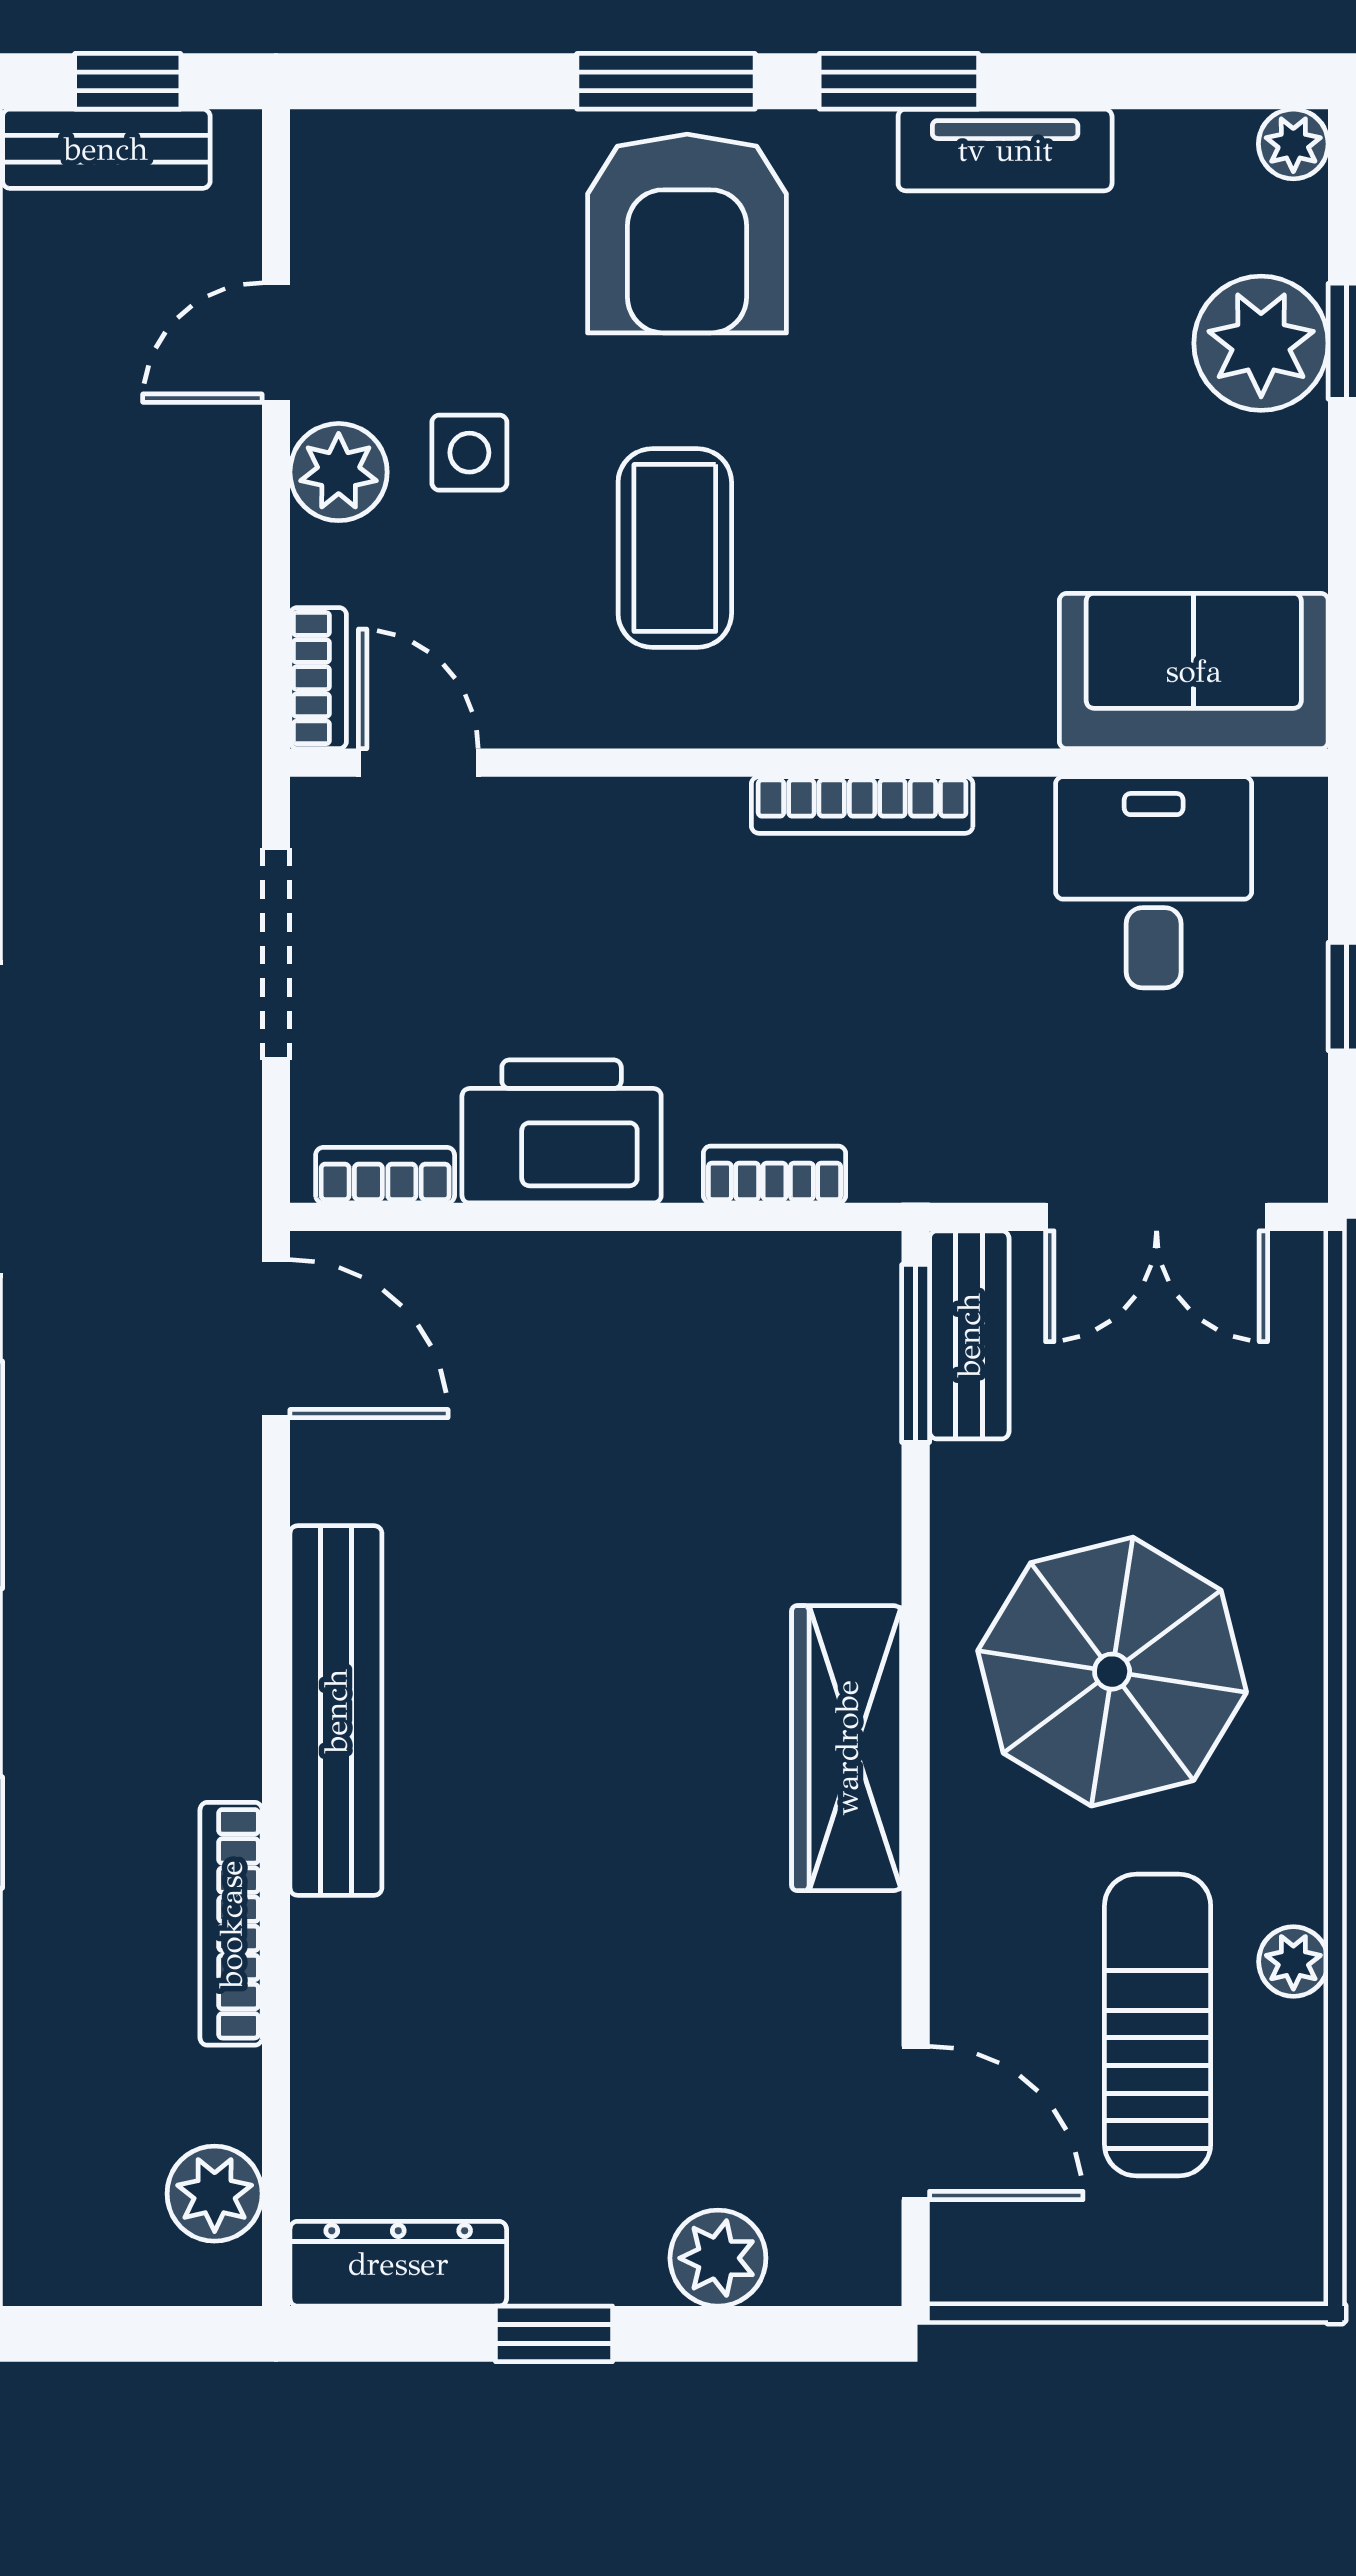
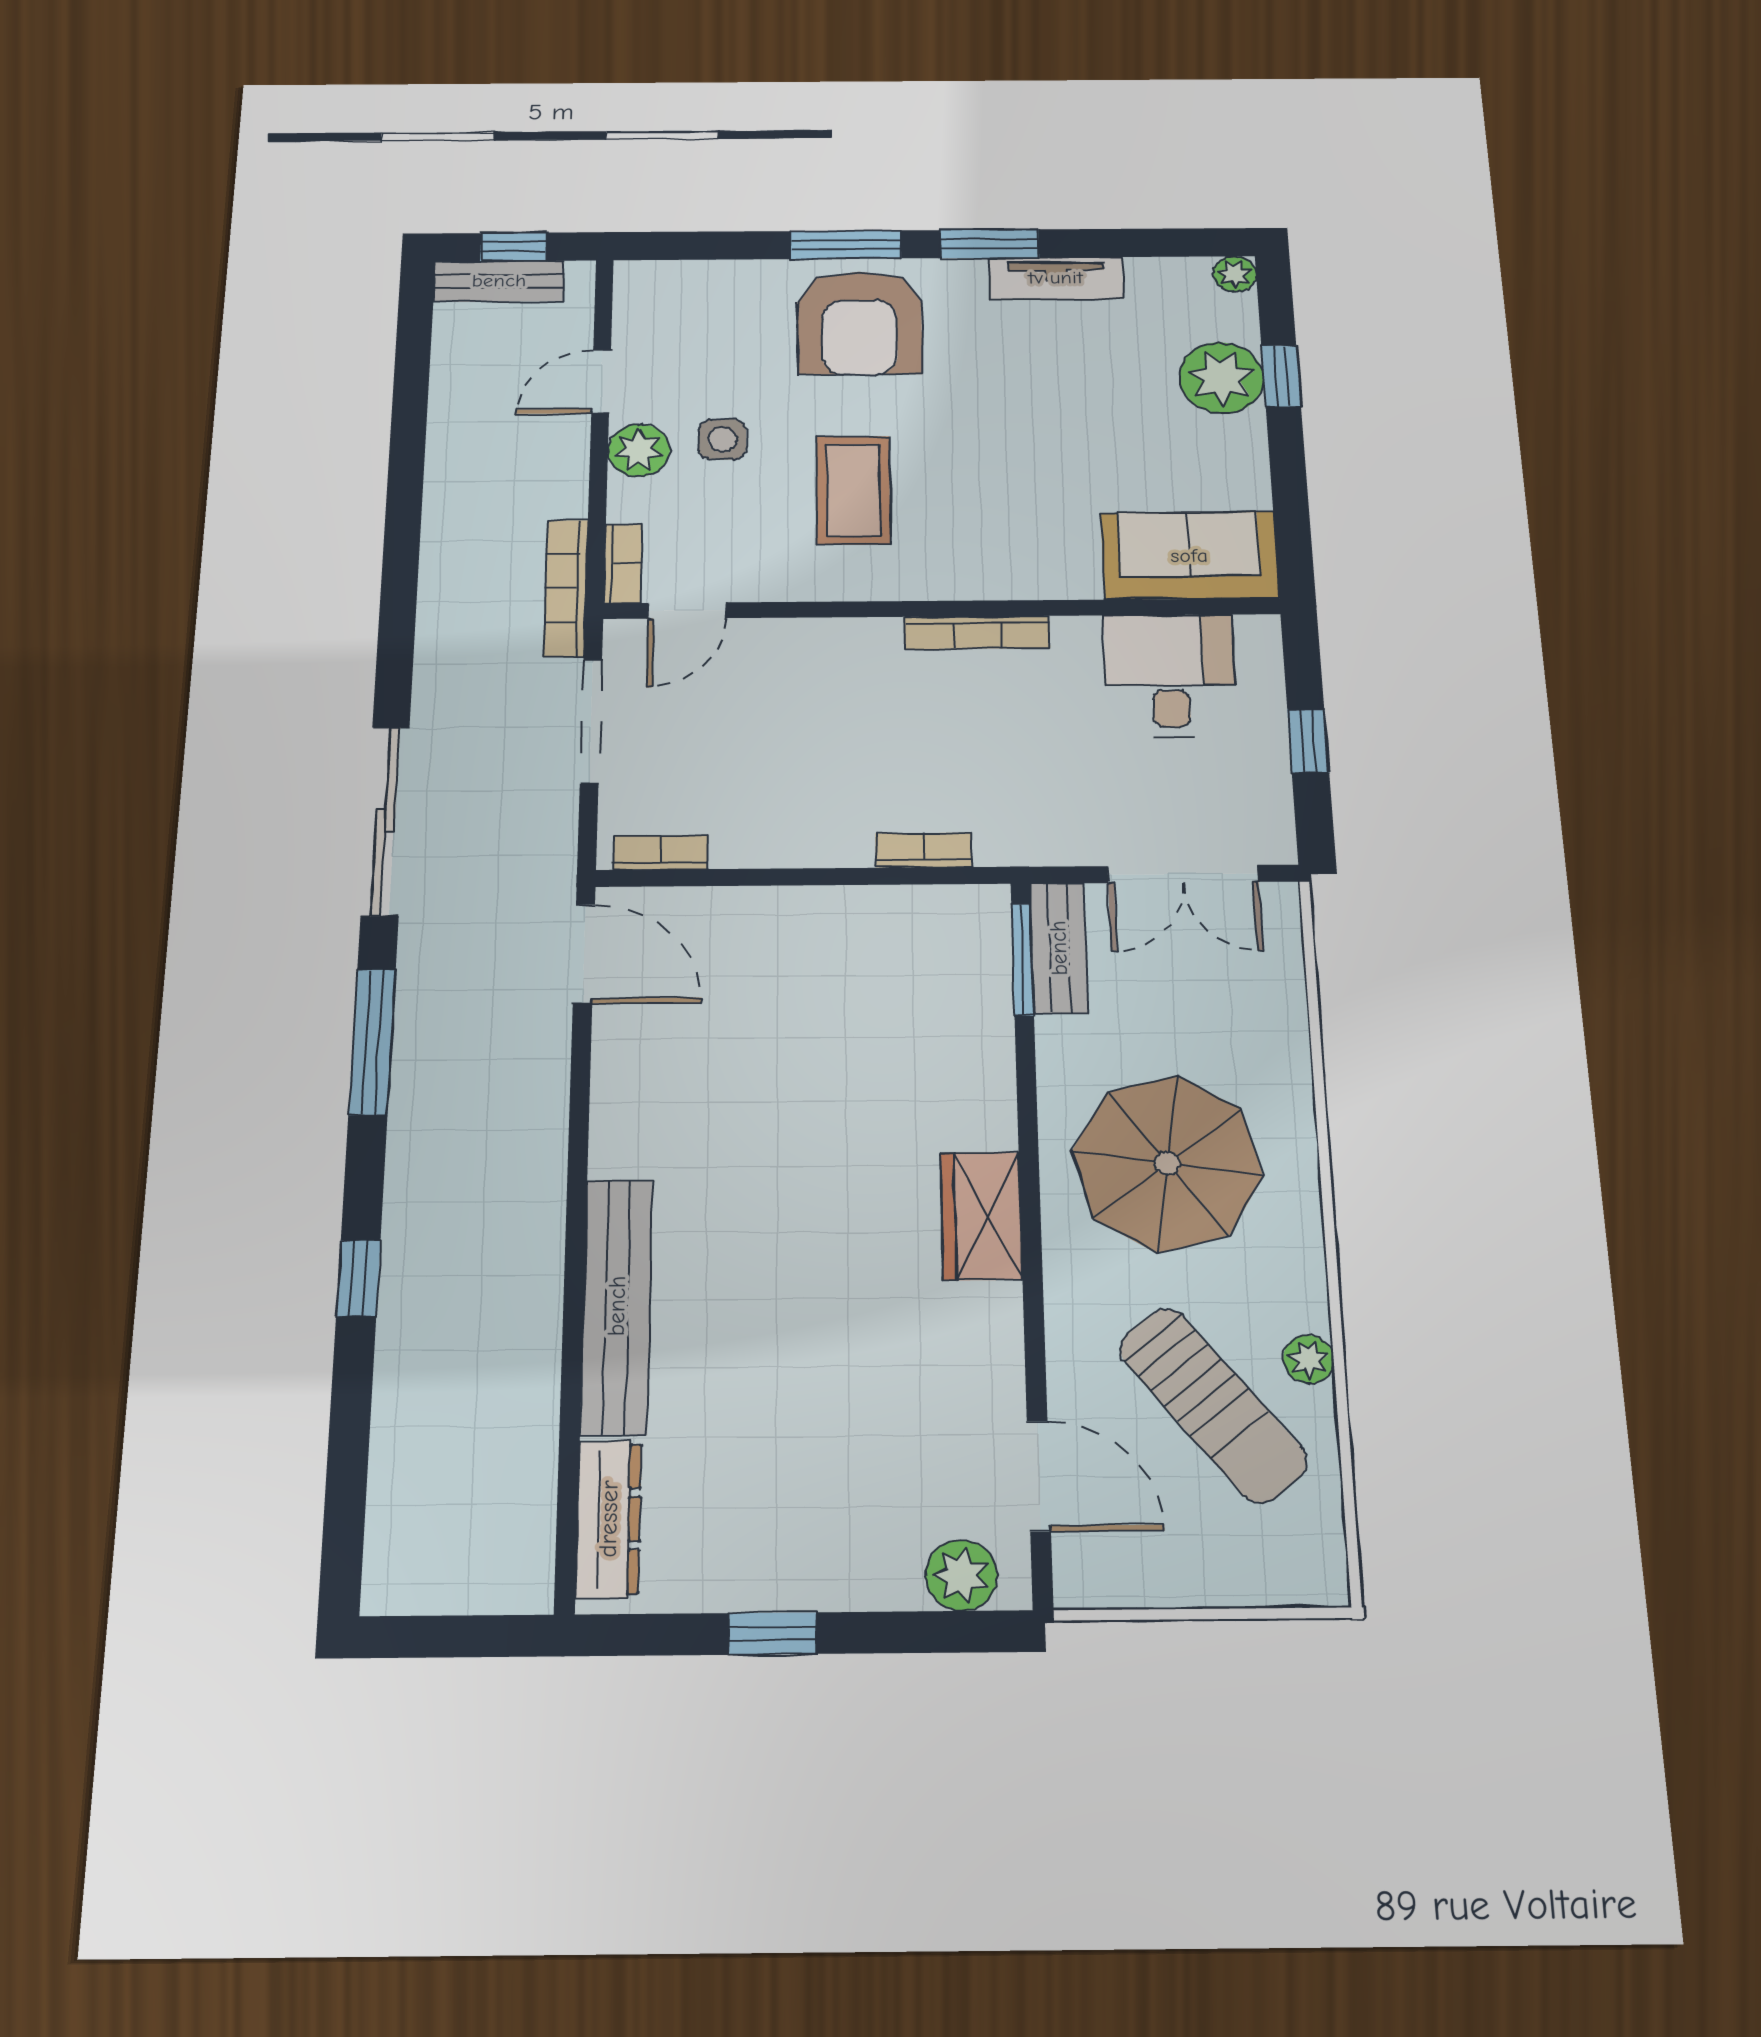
door: (418, 763) -> (687, 611), swing flipped
printer: (562, 1131) -> (780, 825), removed
bench: (336, 1711) -> (617, 1306), moved
wardrobe: (847, 1748) -> (982, 1216), width x0.67
bookcase: (231, 1924) -> (566, 588), moved
sun lounger: (1158, 2025) -> (1213, 1405), turned 141
plant: (215, 2194) -> (521, 1532), removed
plant: (718, 2258) -> (961, 1575), moved
dresser: (398, 2264) -> (609, 1519), moved, turned 90

